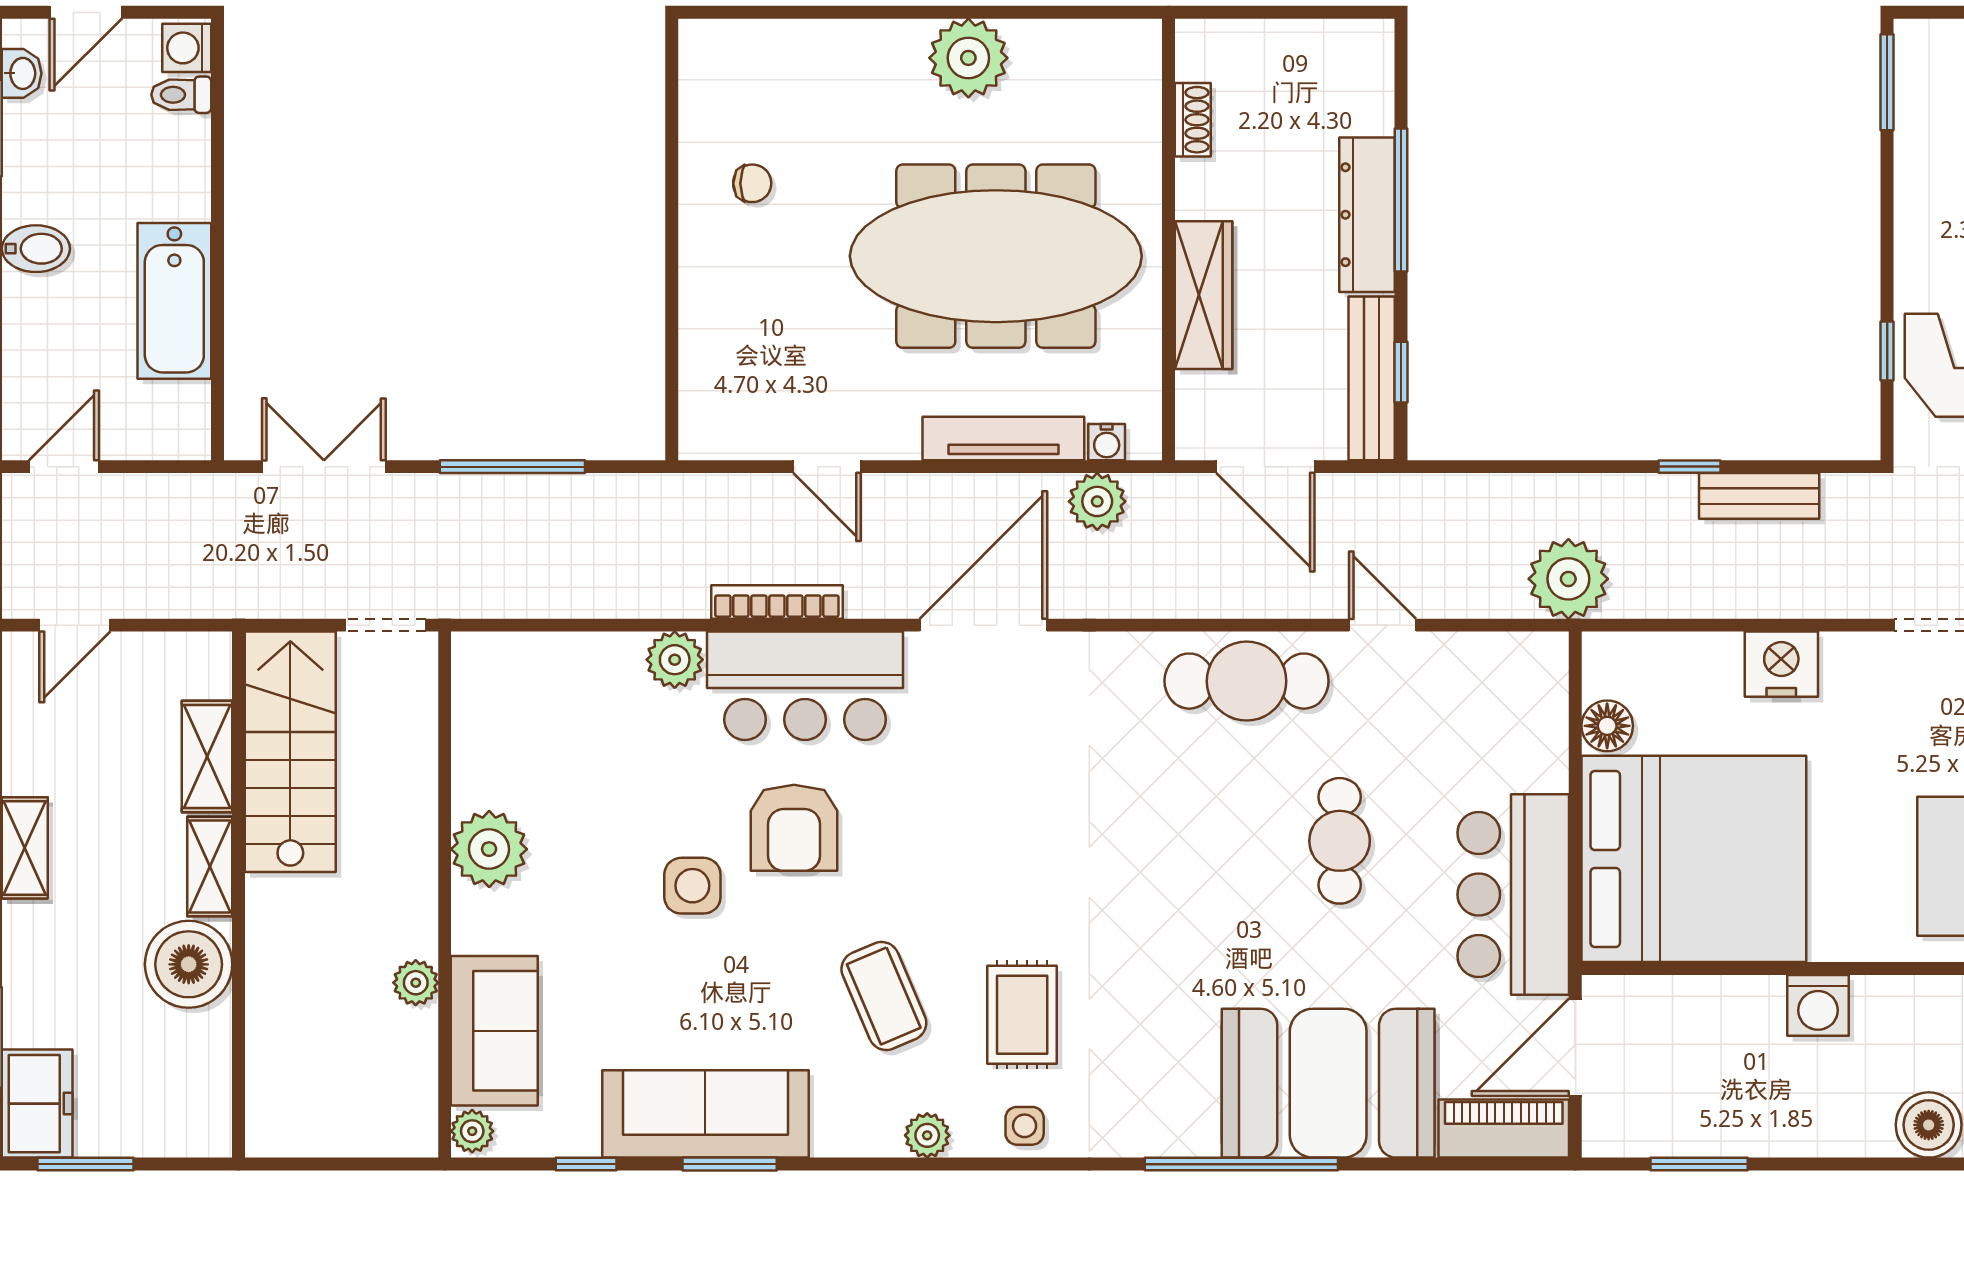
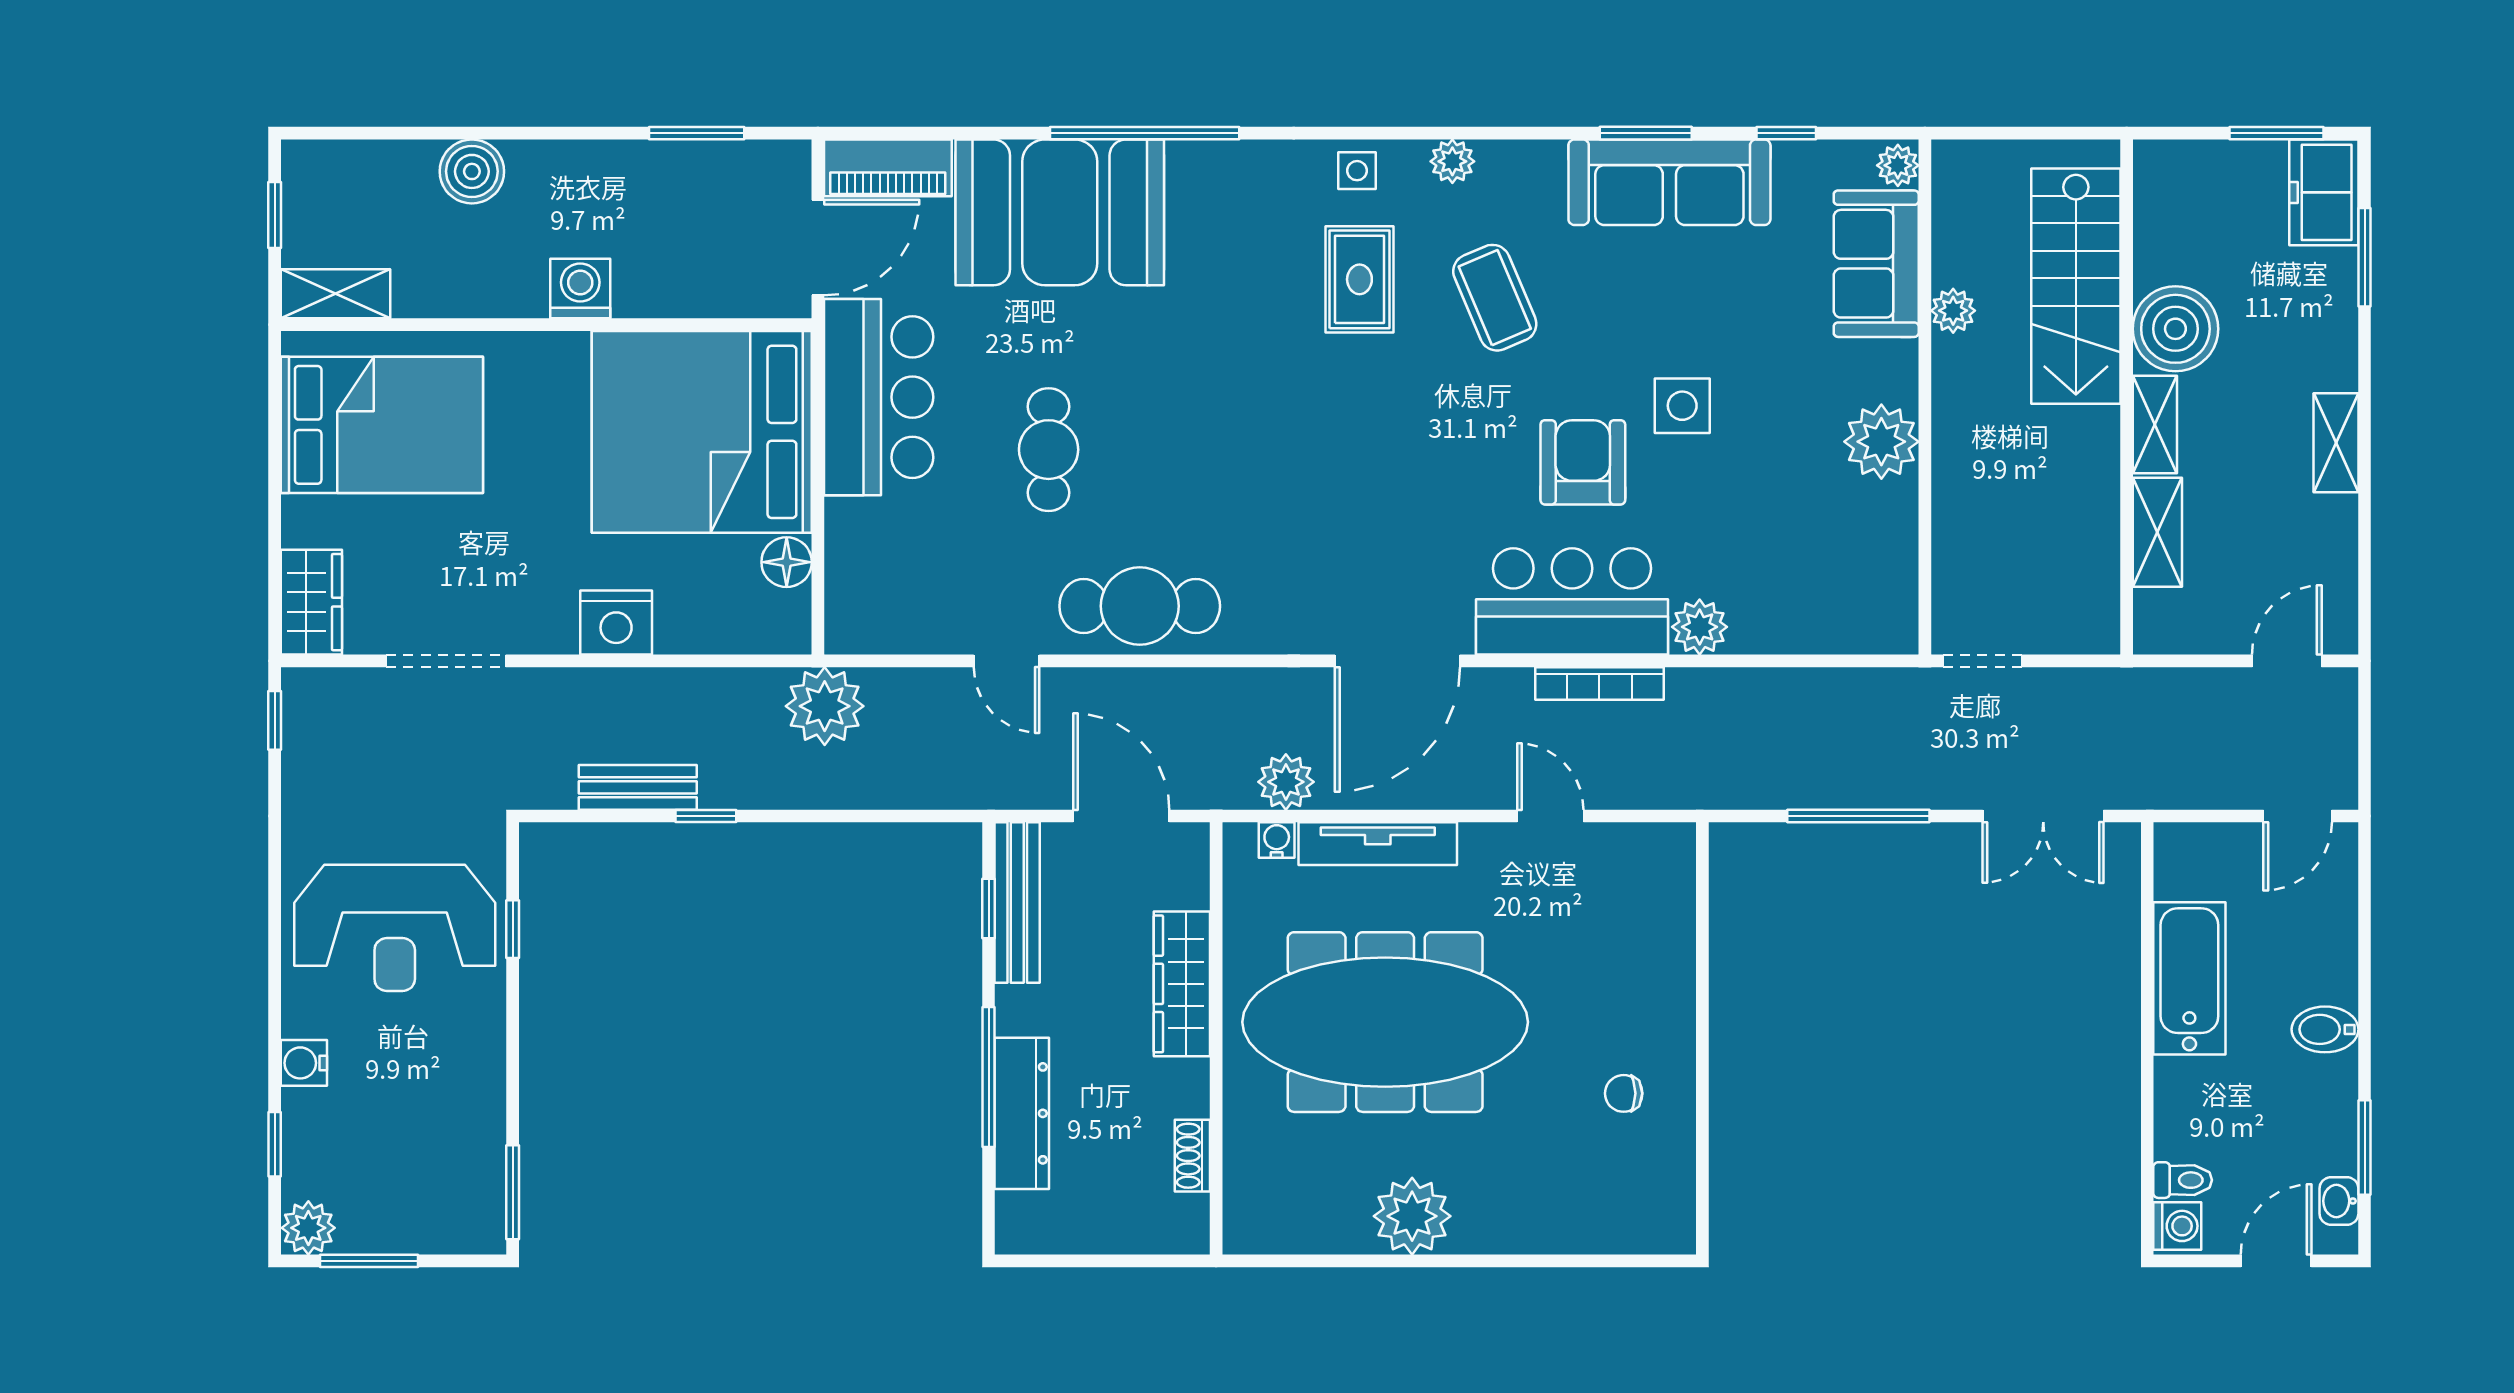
dresser: (1367, 215) -> (1022, 1113), moved
stairs: (290, 752) -> (2076, 286), moved

